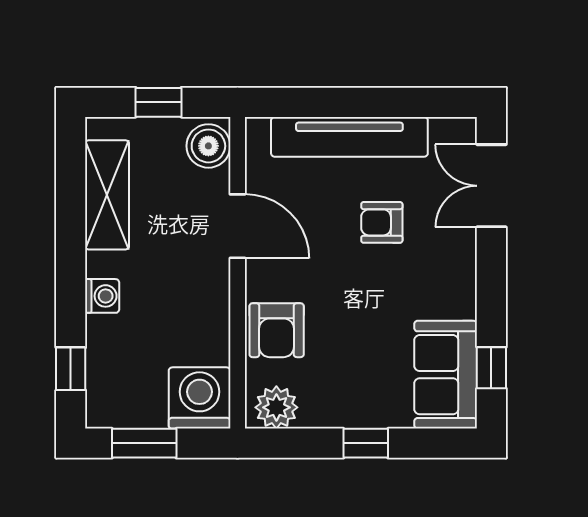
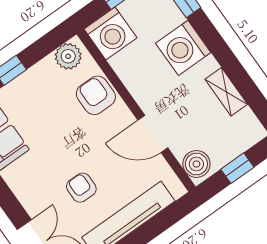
shelving: (107, 195) -> (226, 92), width x0.67, depth x0.75
armchair: (382, 222) -> (81, 188), turned -90
washing machine: (102, 296) -> (183, 48), width x1.89, depth x1.89

